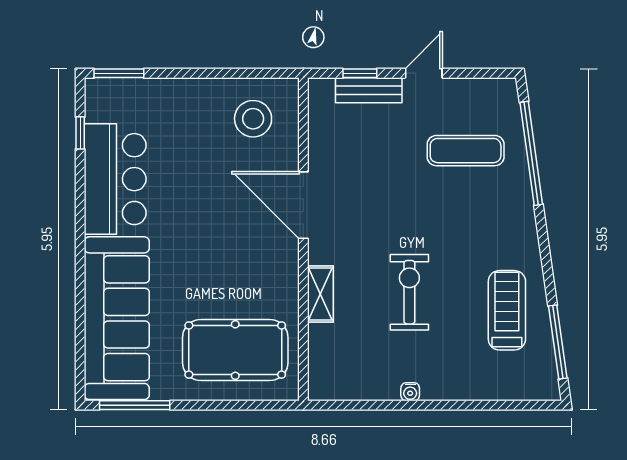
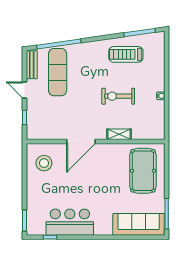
bench: (369, 90) -> (32, 65), moved
exercise mat: (466, 151) -> (58, 72), width x1.36, depth x1.45
sofa: (117, 318) -> (139, 224), width x0.74, depth x0.79

